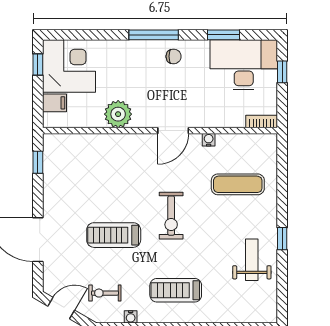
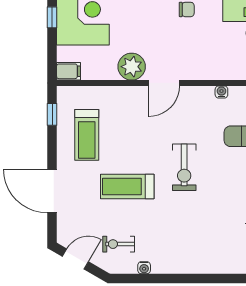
filing cabinet: (55, 103) -> (69, 71), moved
door: (173, 131) -> (164, 83), moved
treadmill: (176, 290) -> (87, 135), moved, turned -90

